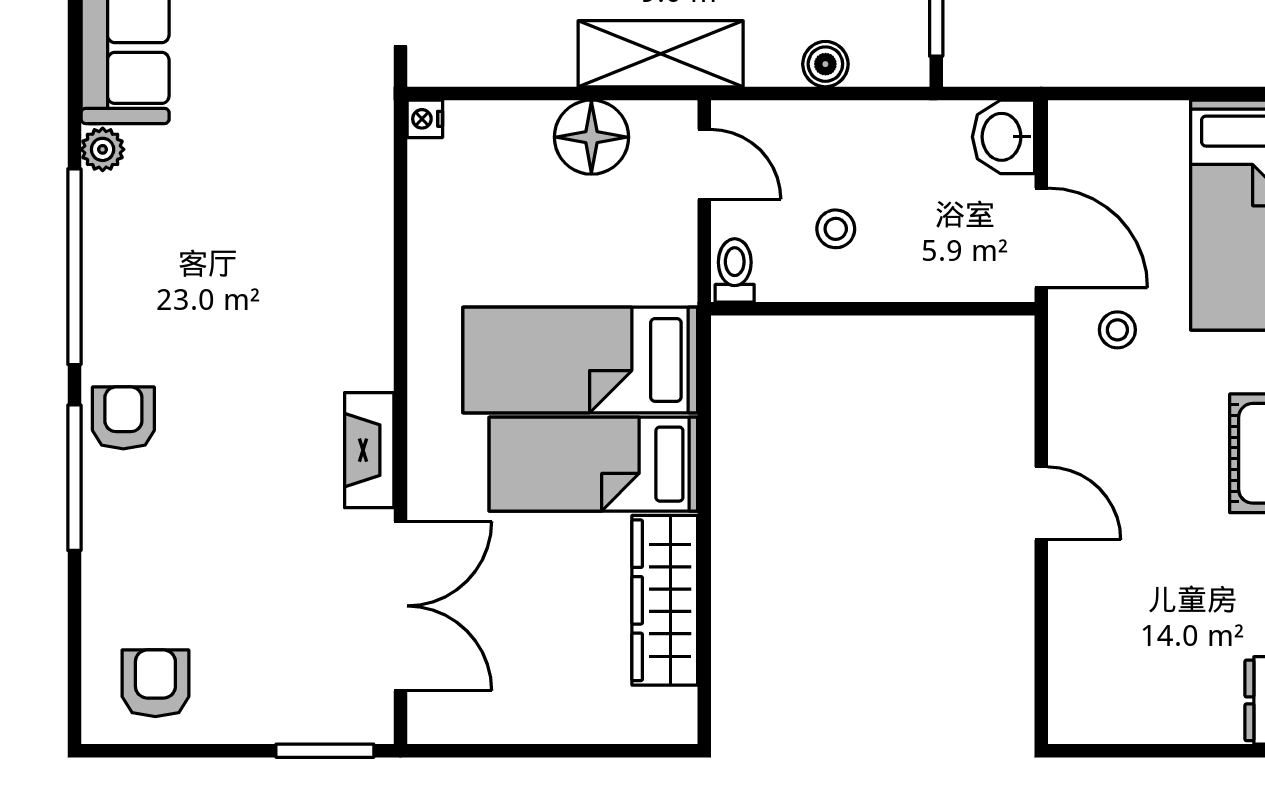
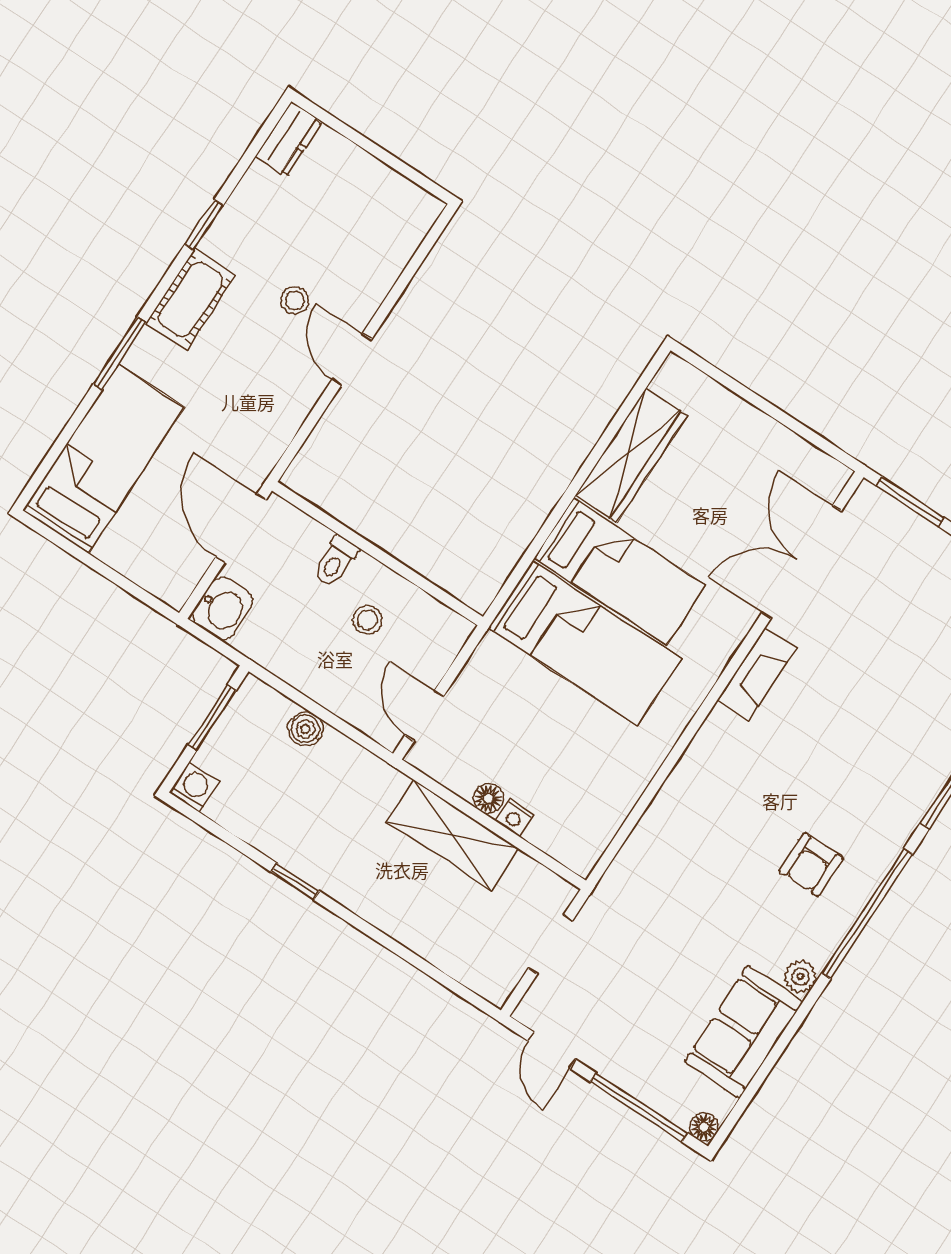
shelving: (661, 54) -> (453, 835), moved
nightstand: (425, 119) -> (515, 818), moved, turned 90
floor lamp: (591, 137) -> (488, 799), width x0.53, depth x0.53
toilet: (735, 270) -> (336, 561), moved
stool: (1117, 330) -> (295, 300), moved
armchair: (123, 418) -> (811, 865), moved

